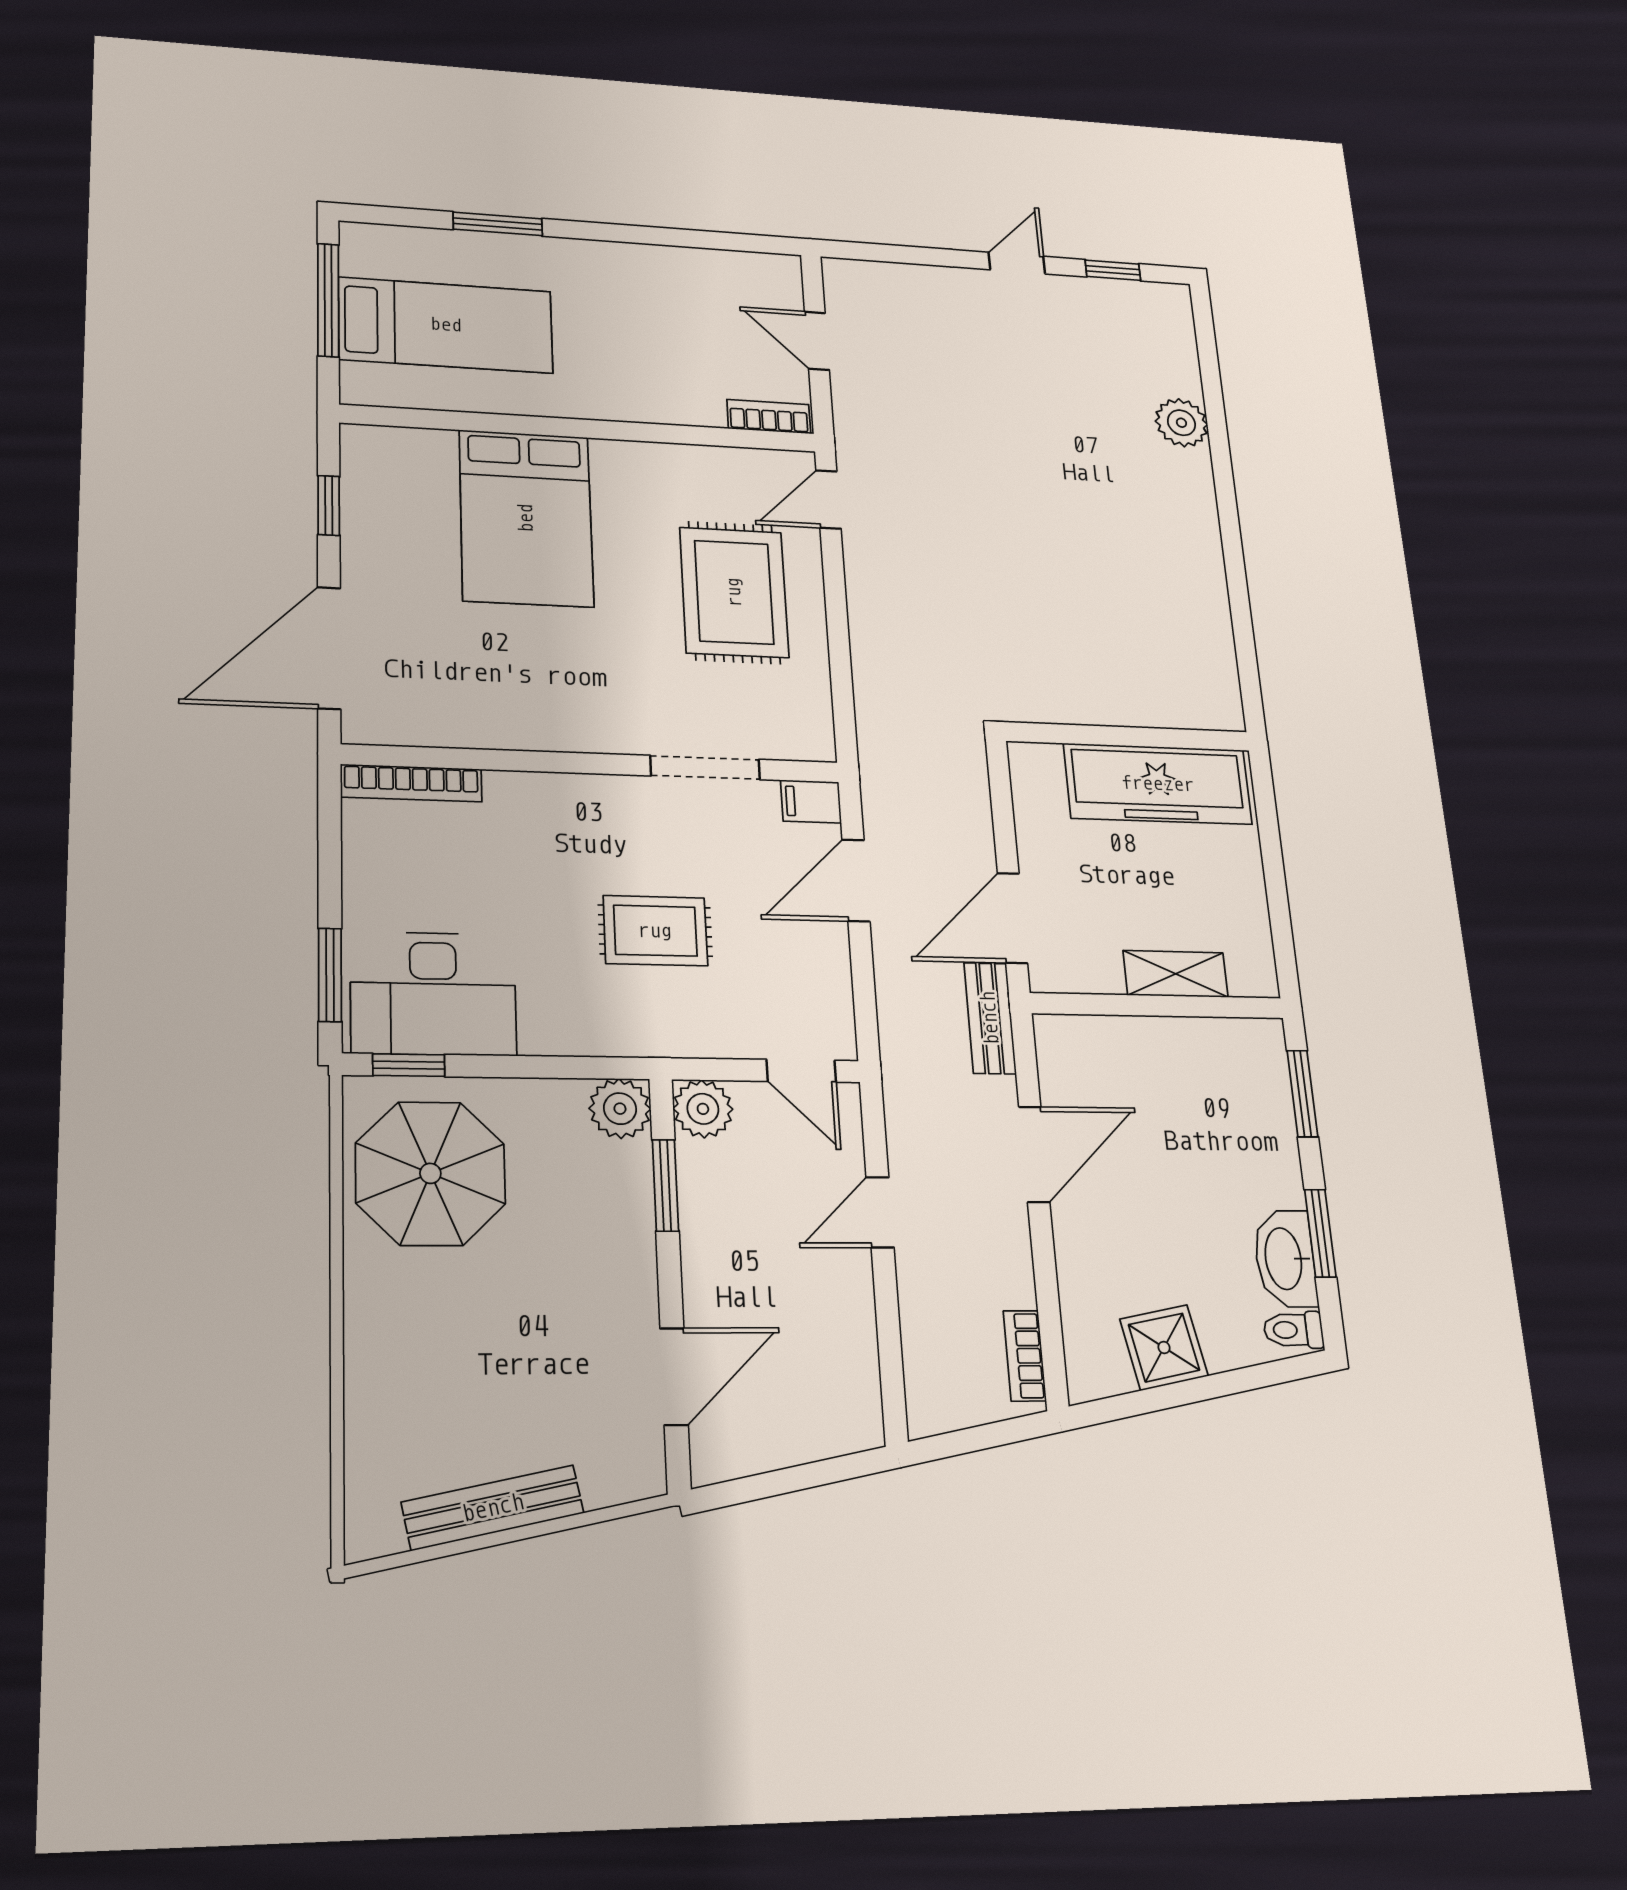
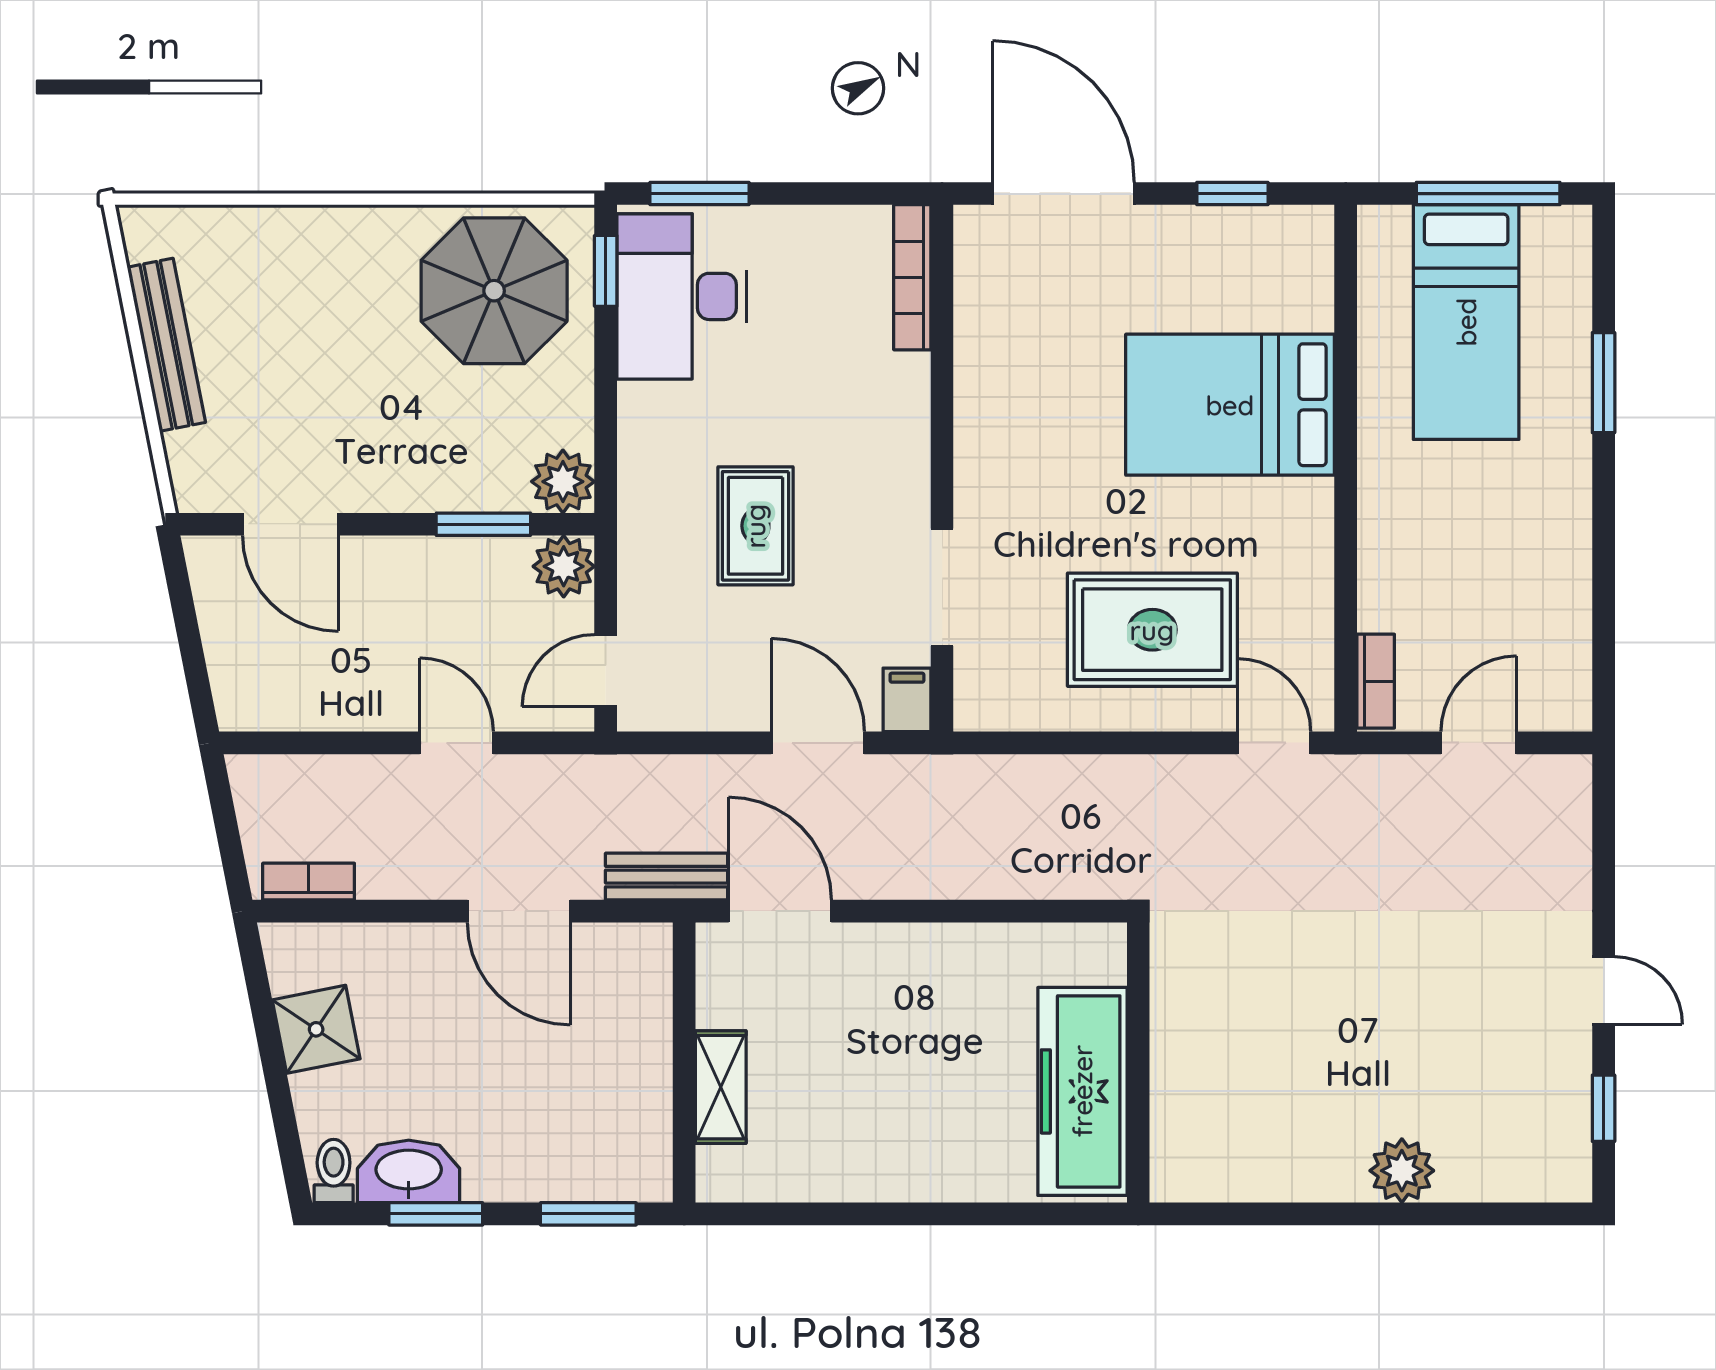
wall: (1128, 737) -> (1138, 1062), moved
freezer: (1158, 784) -> (1082, 1091), moved

